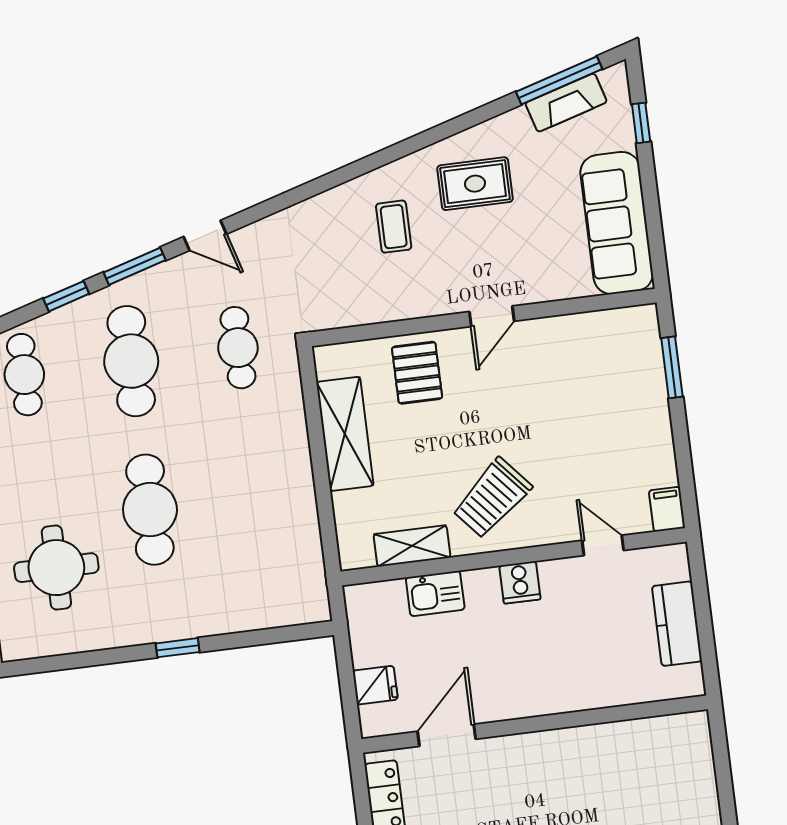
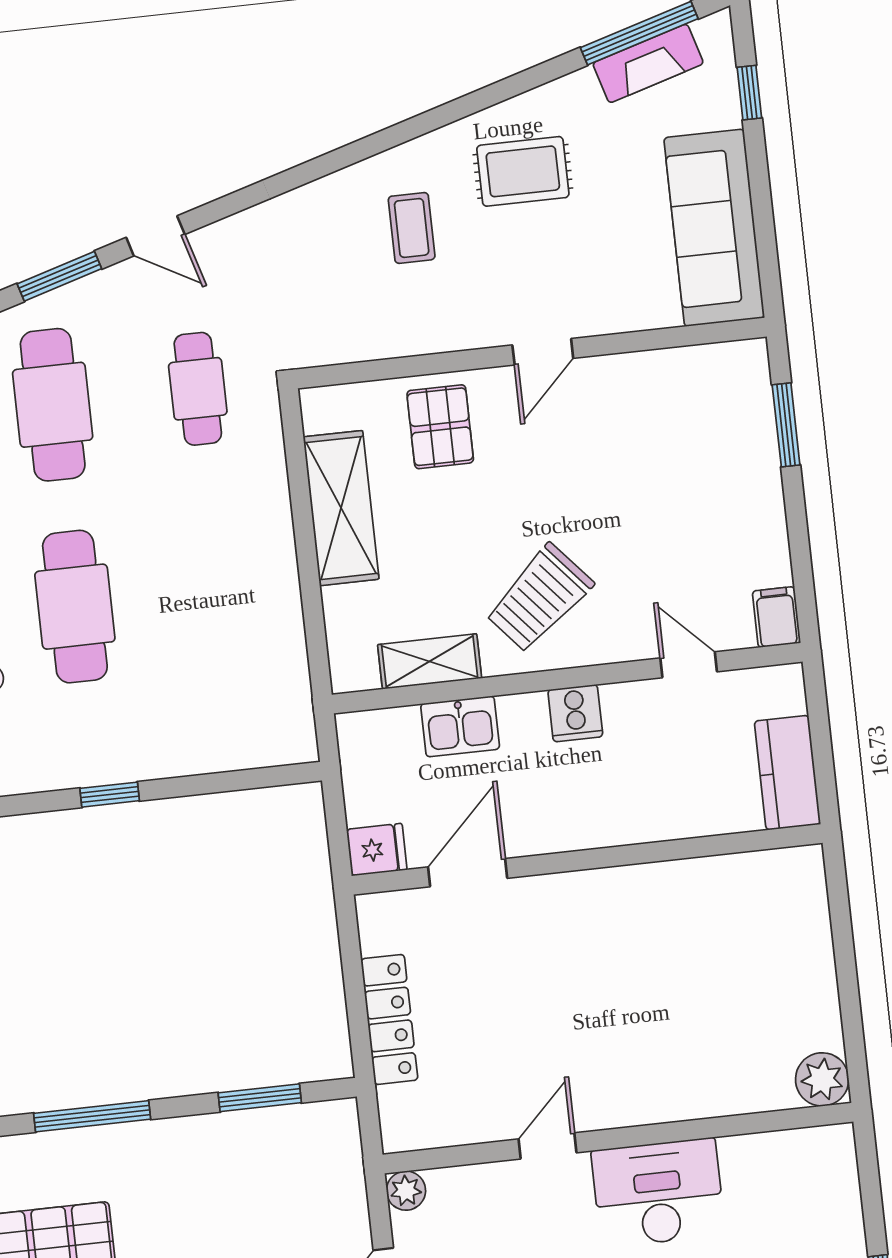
wall: (535, 724) -> (587, 859), moved
door: (447, 735) -> (468, 873), moved

